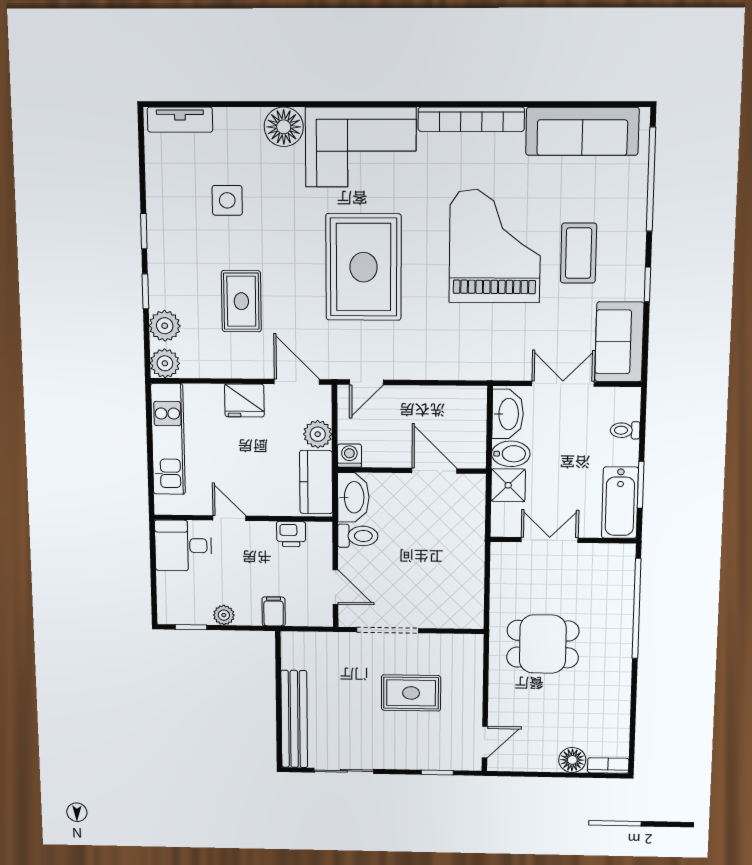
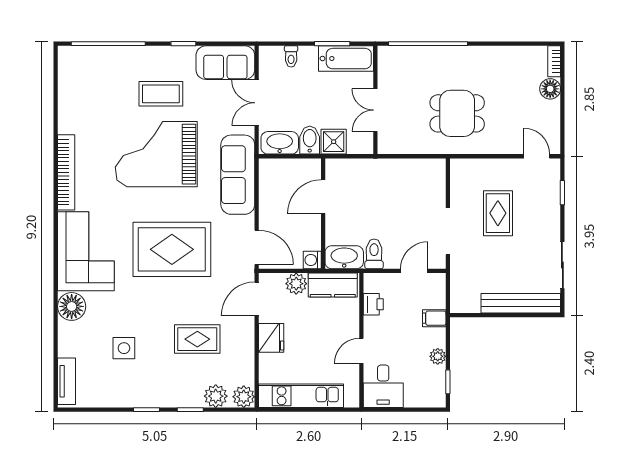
sofa: (582, 131) -> (238, 175), moved, turned 180
door: (366, 382) -> (257, 247), width x1.38
dining table: (543, 644) -> (457, 113), turned 90

